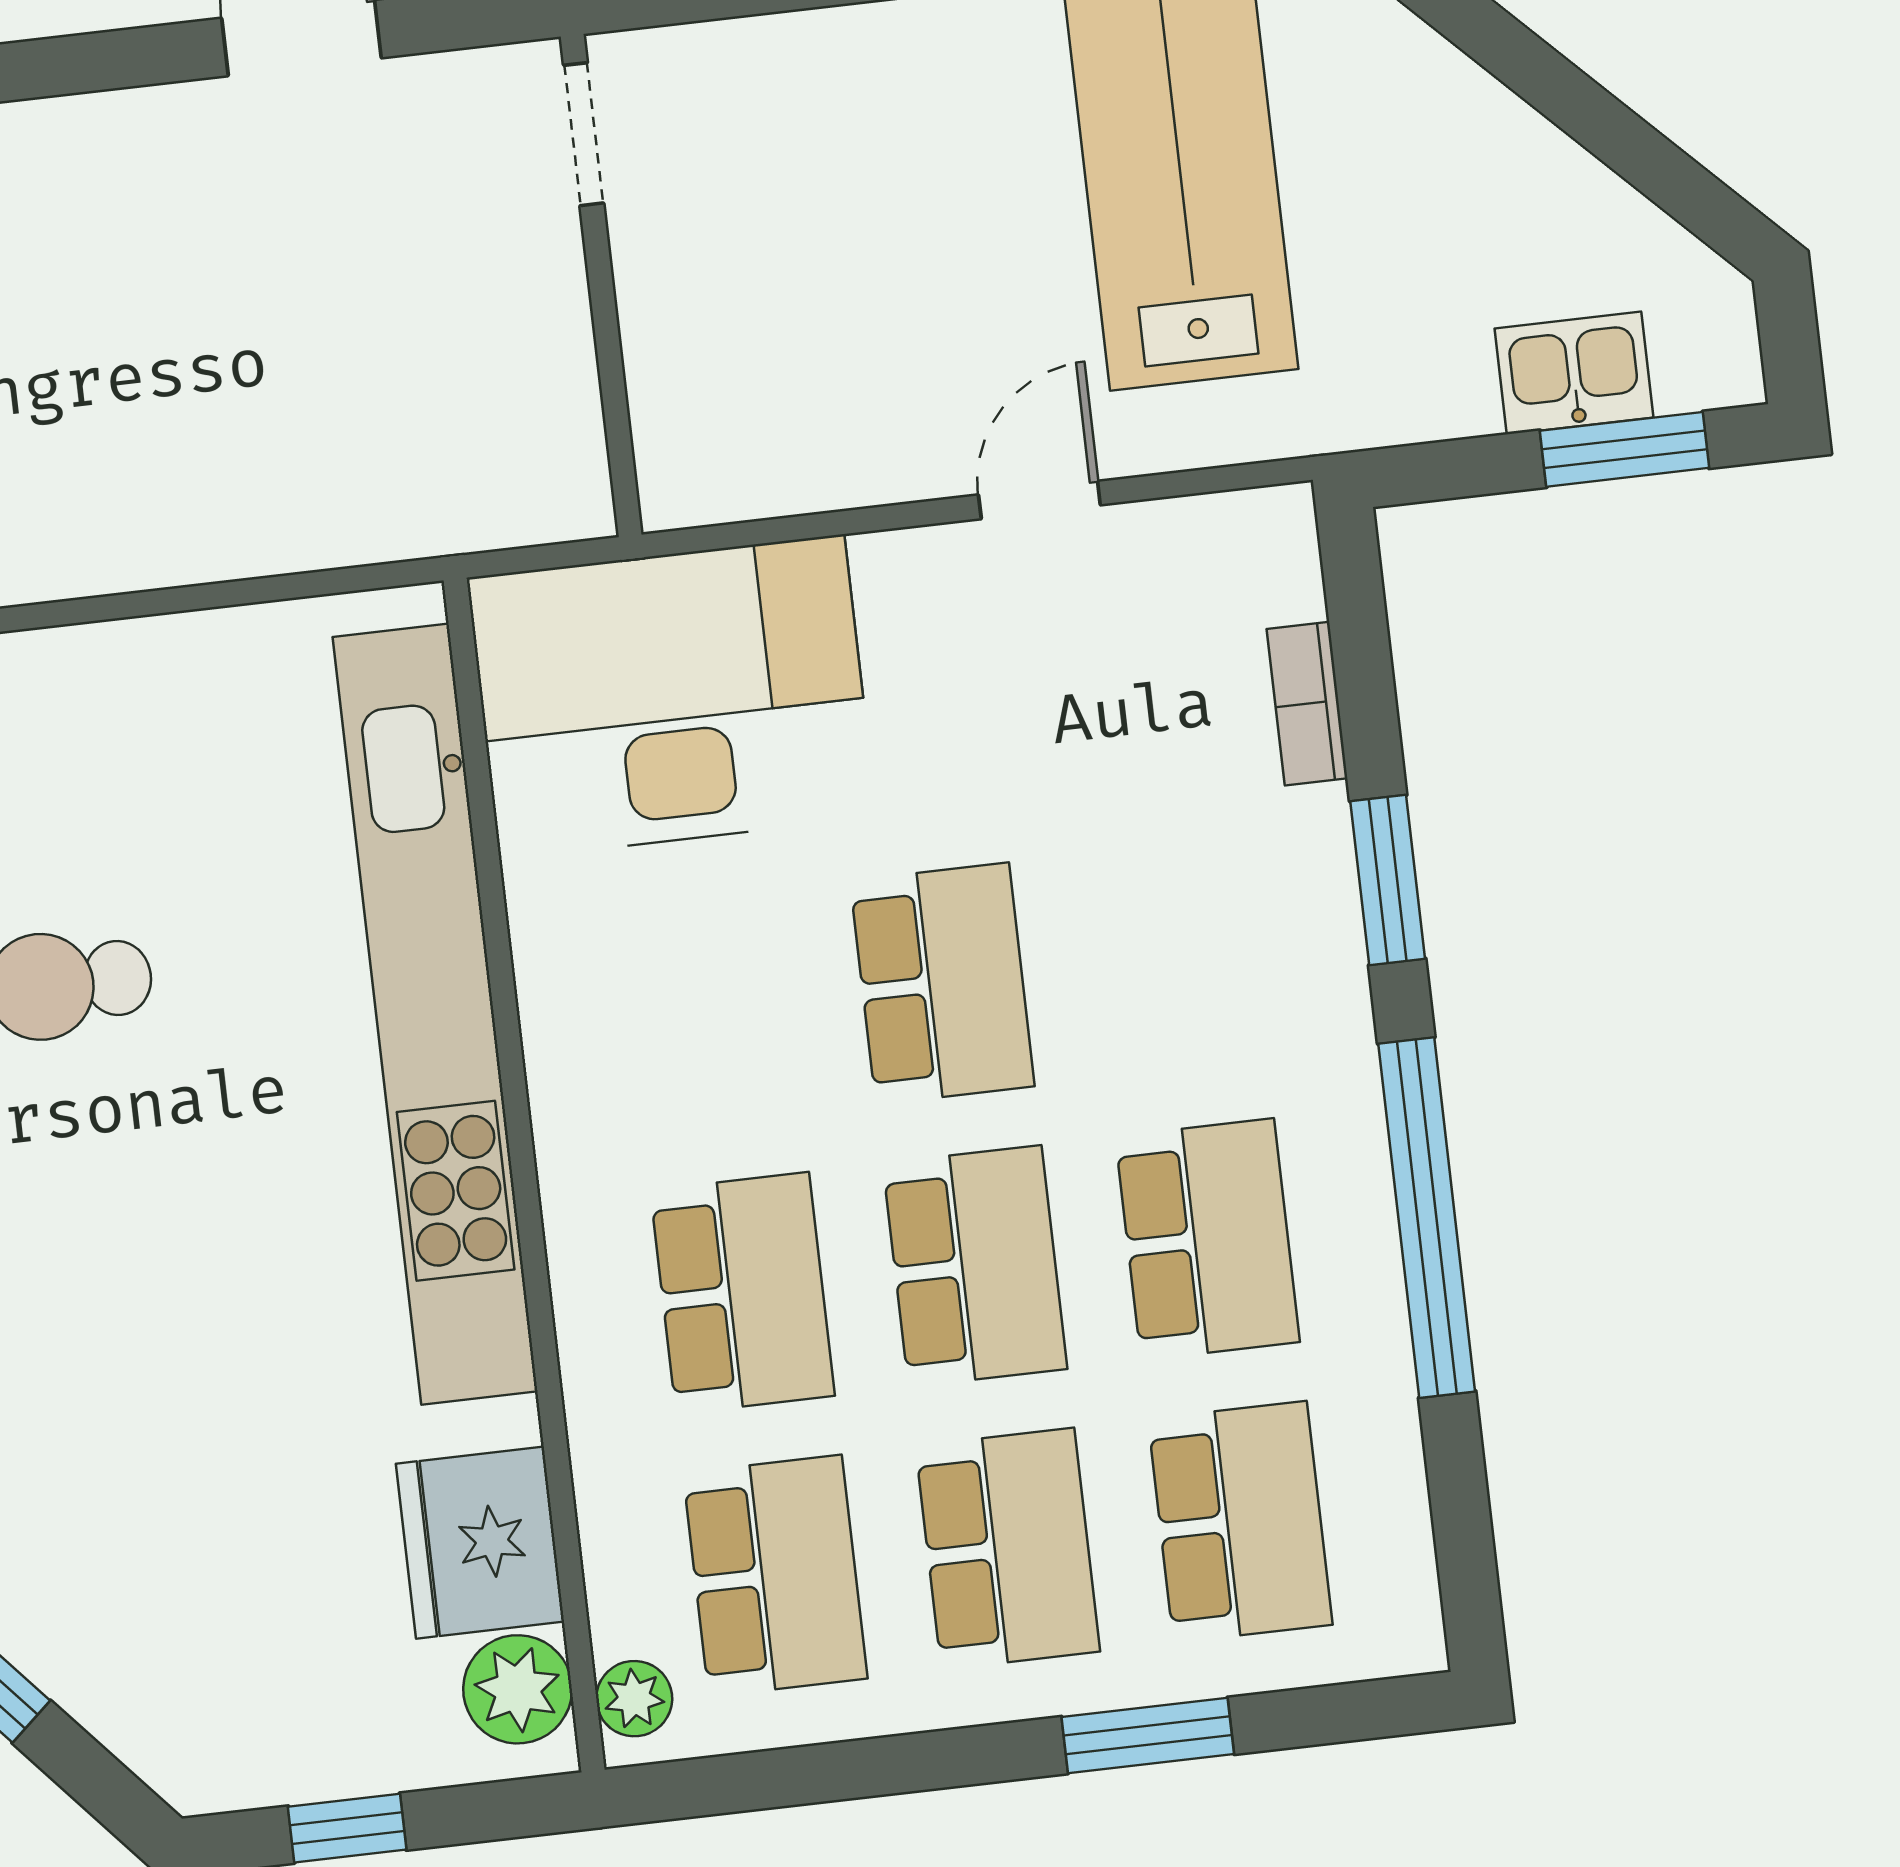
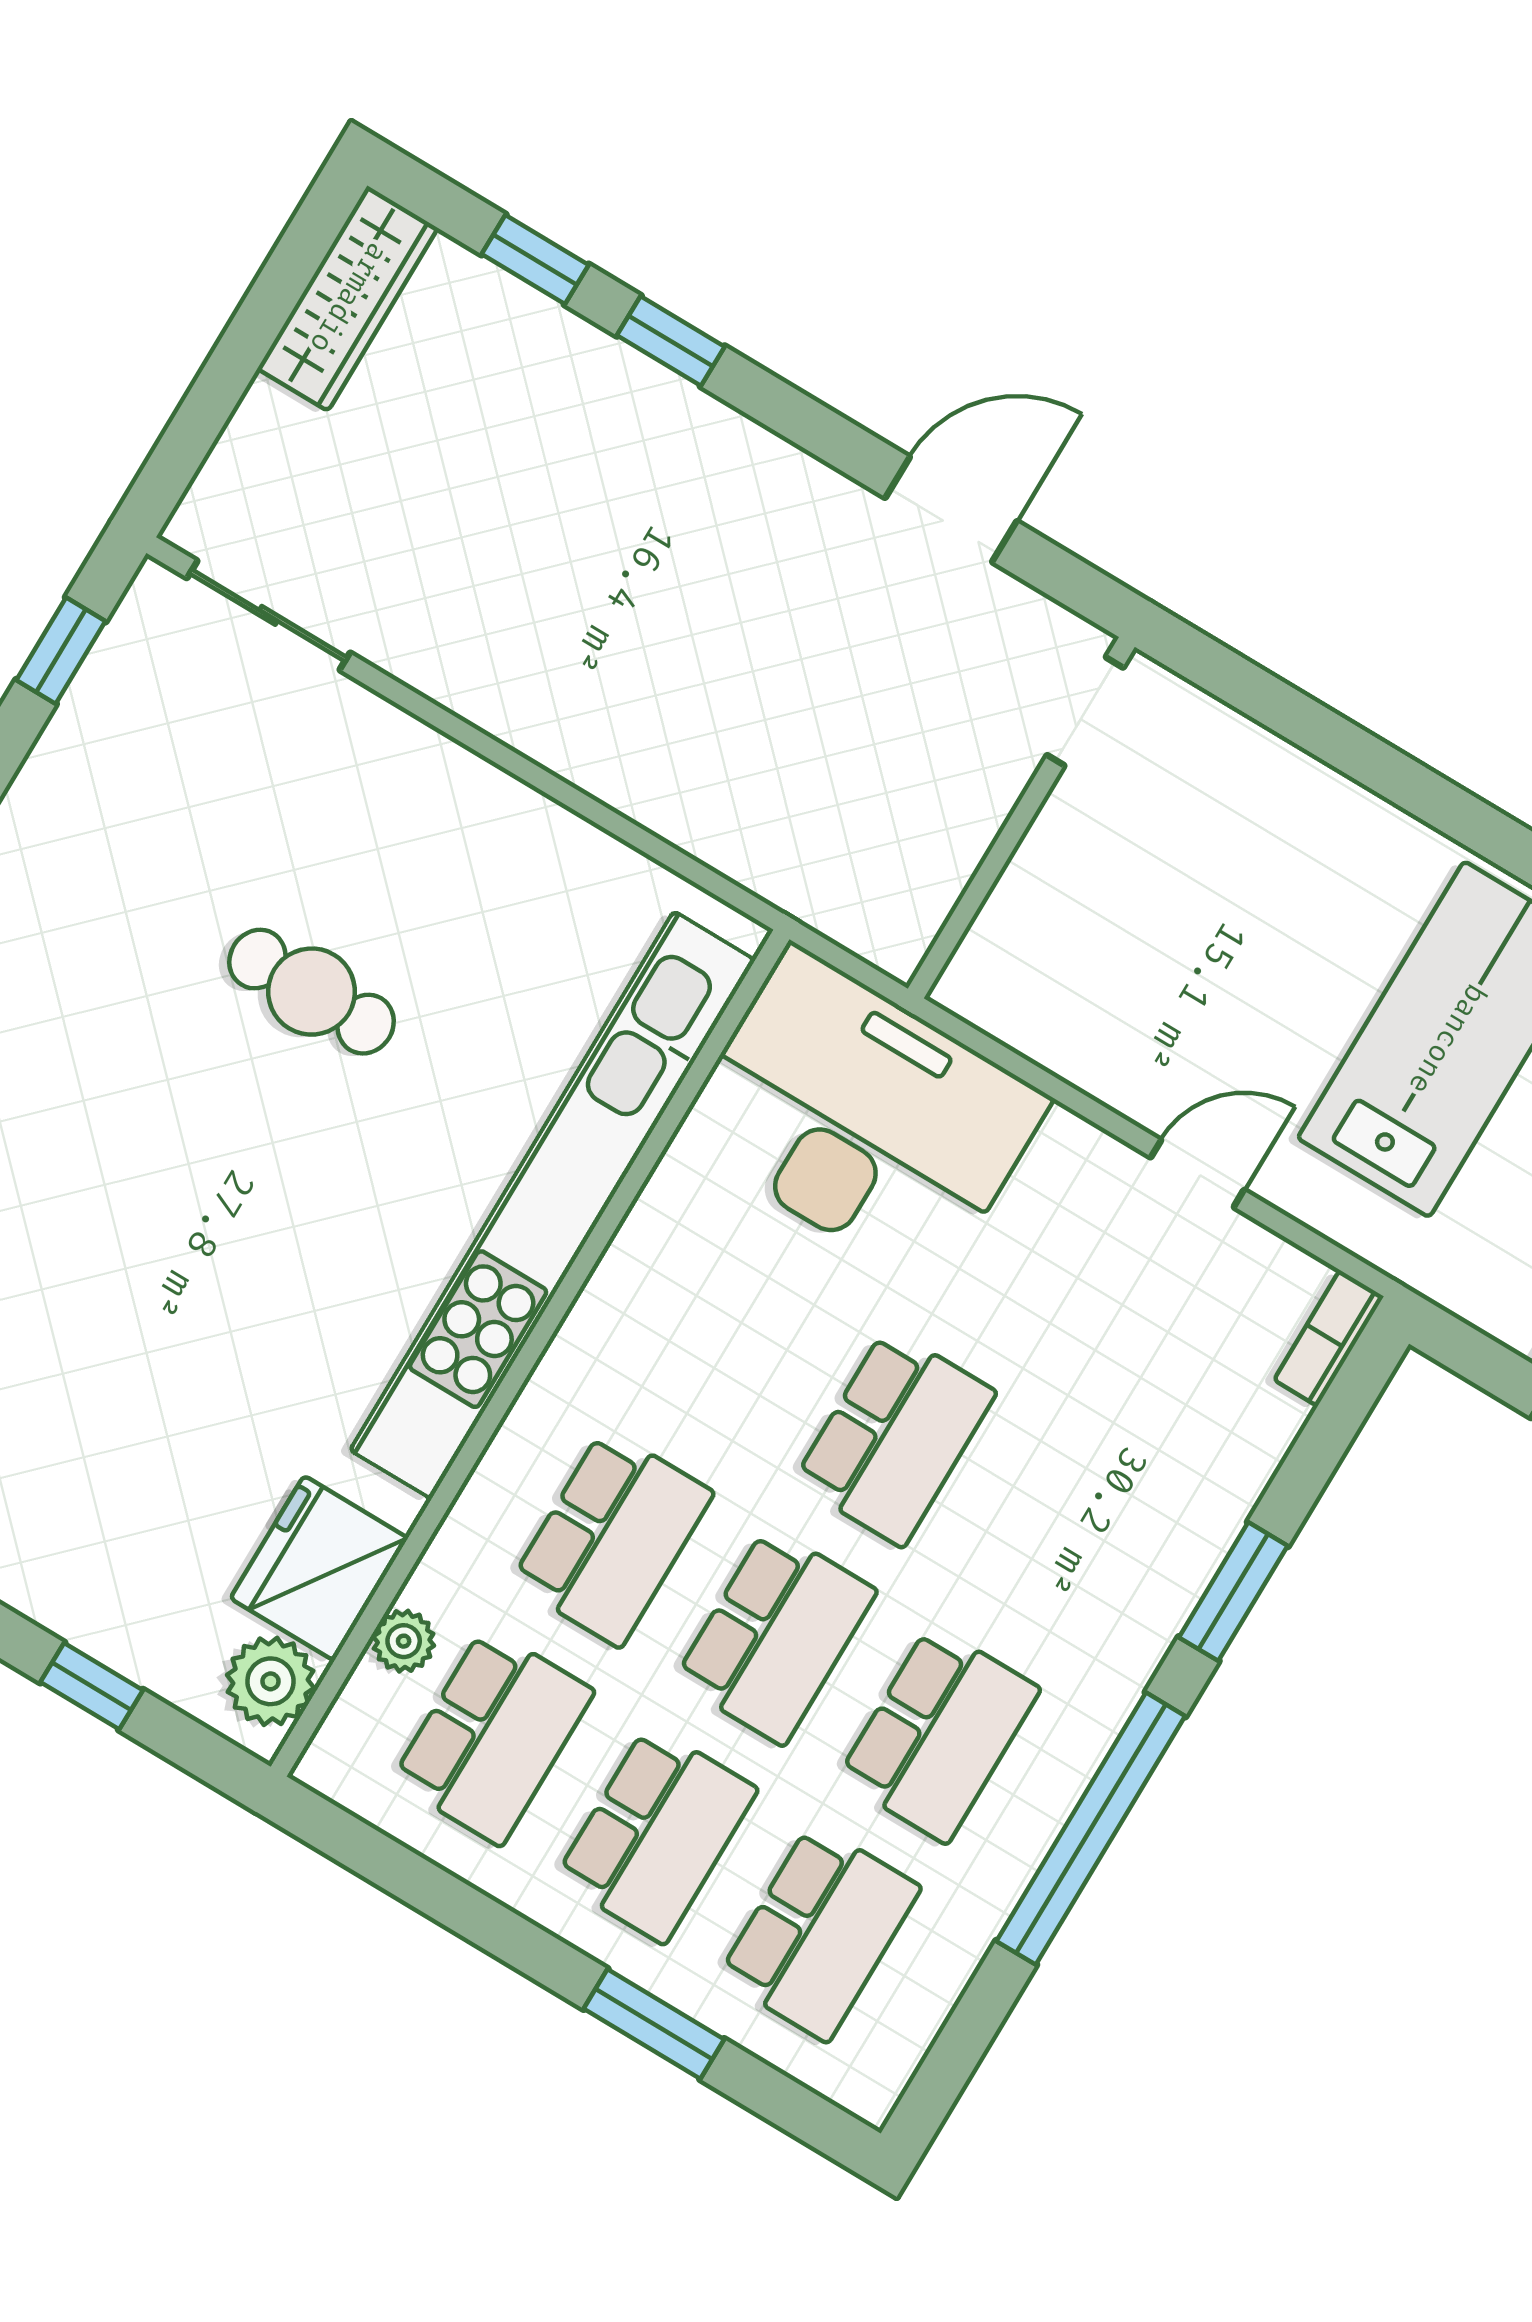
bookcase: (1307, 704) -> (1329, 1338), moved
plant: (634, 1699) -> (404, 1641), moved

